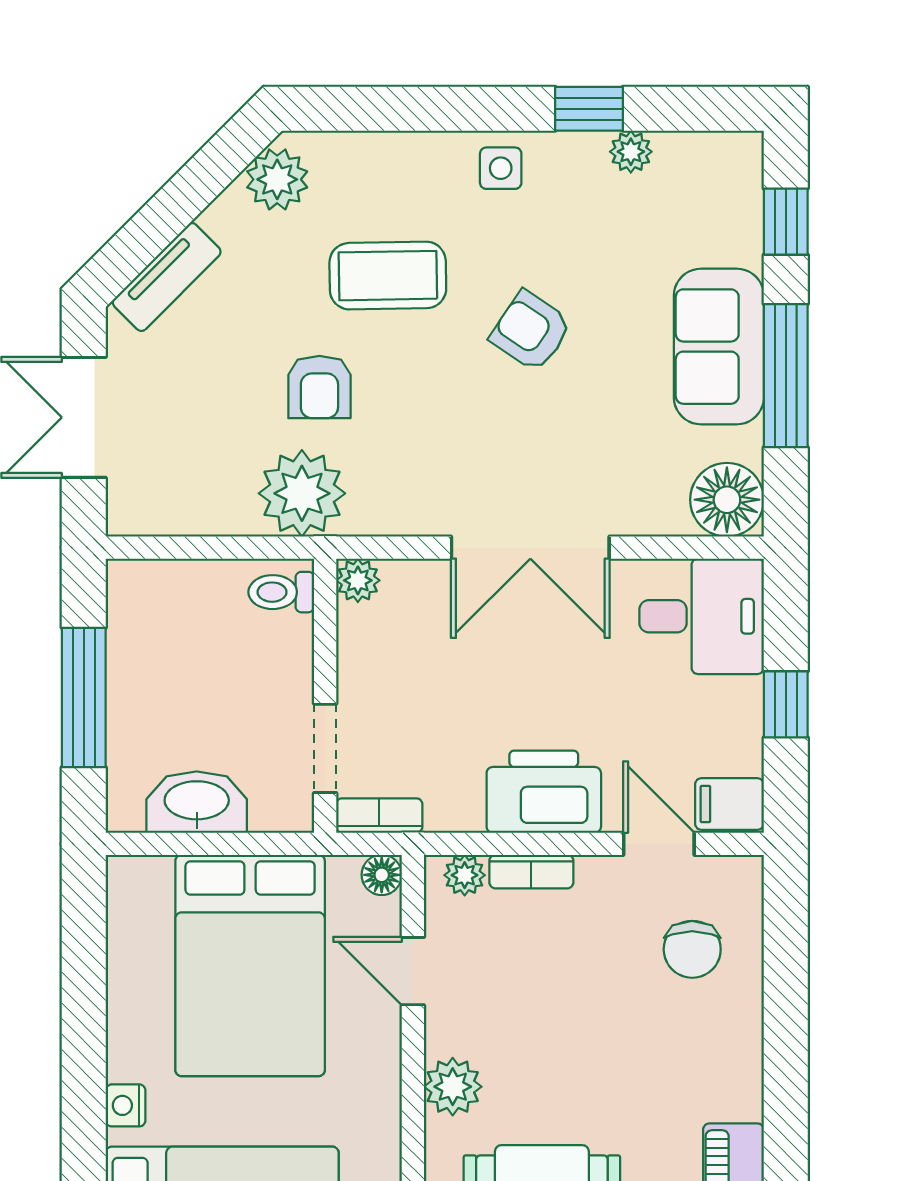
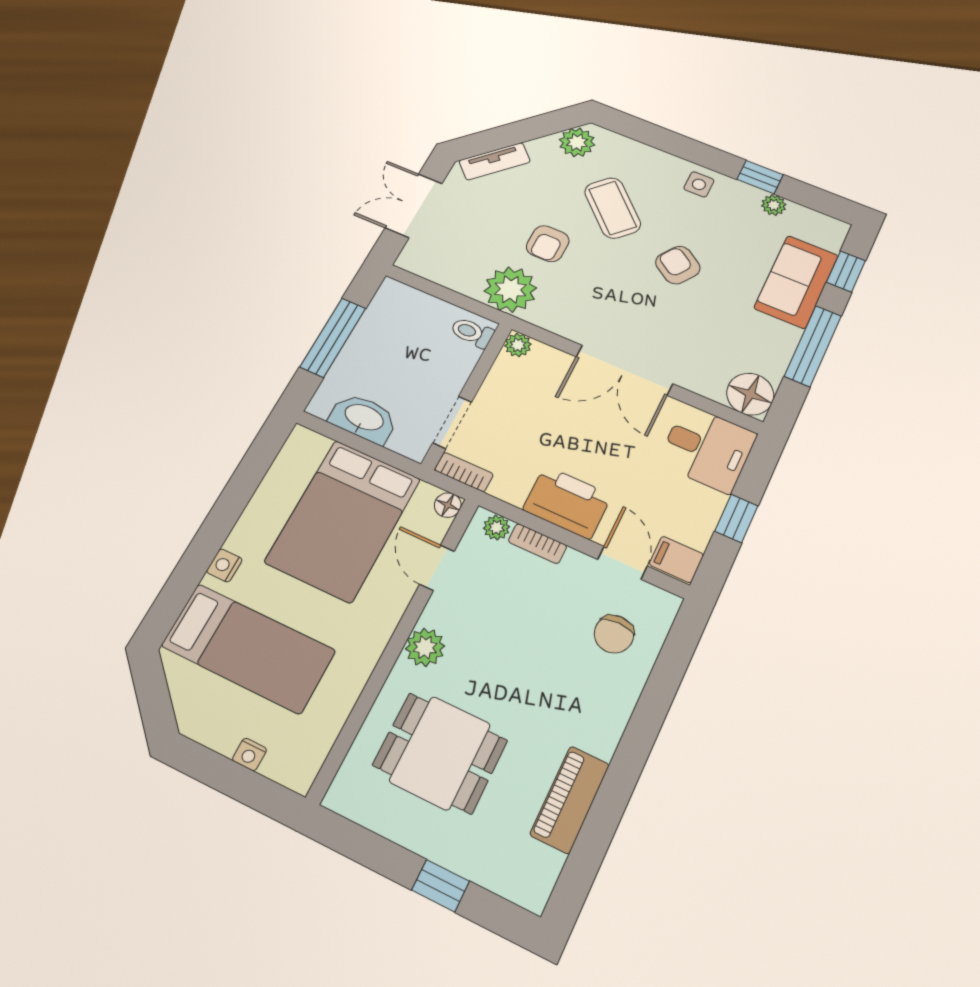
coffee table: (388, 276) -> (613, 208), turned 45
sofa: (719, 347) -> (796, 282), moved

